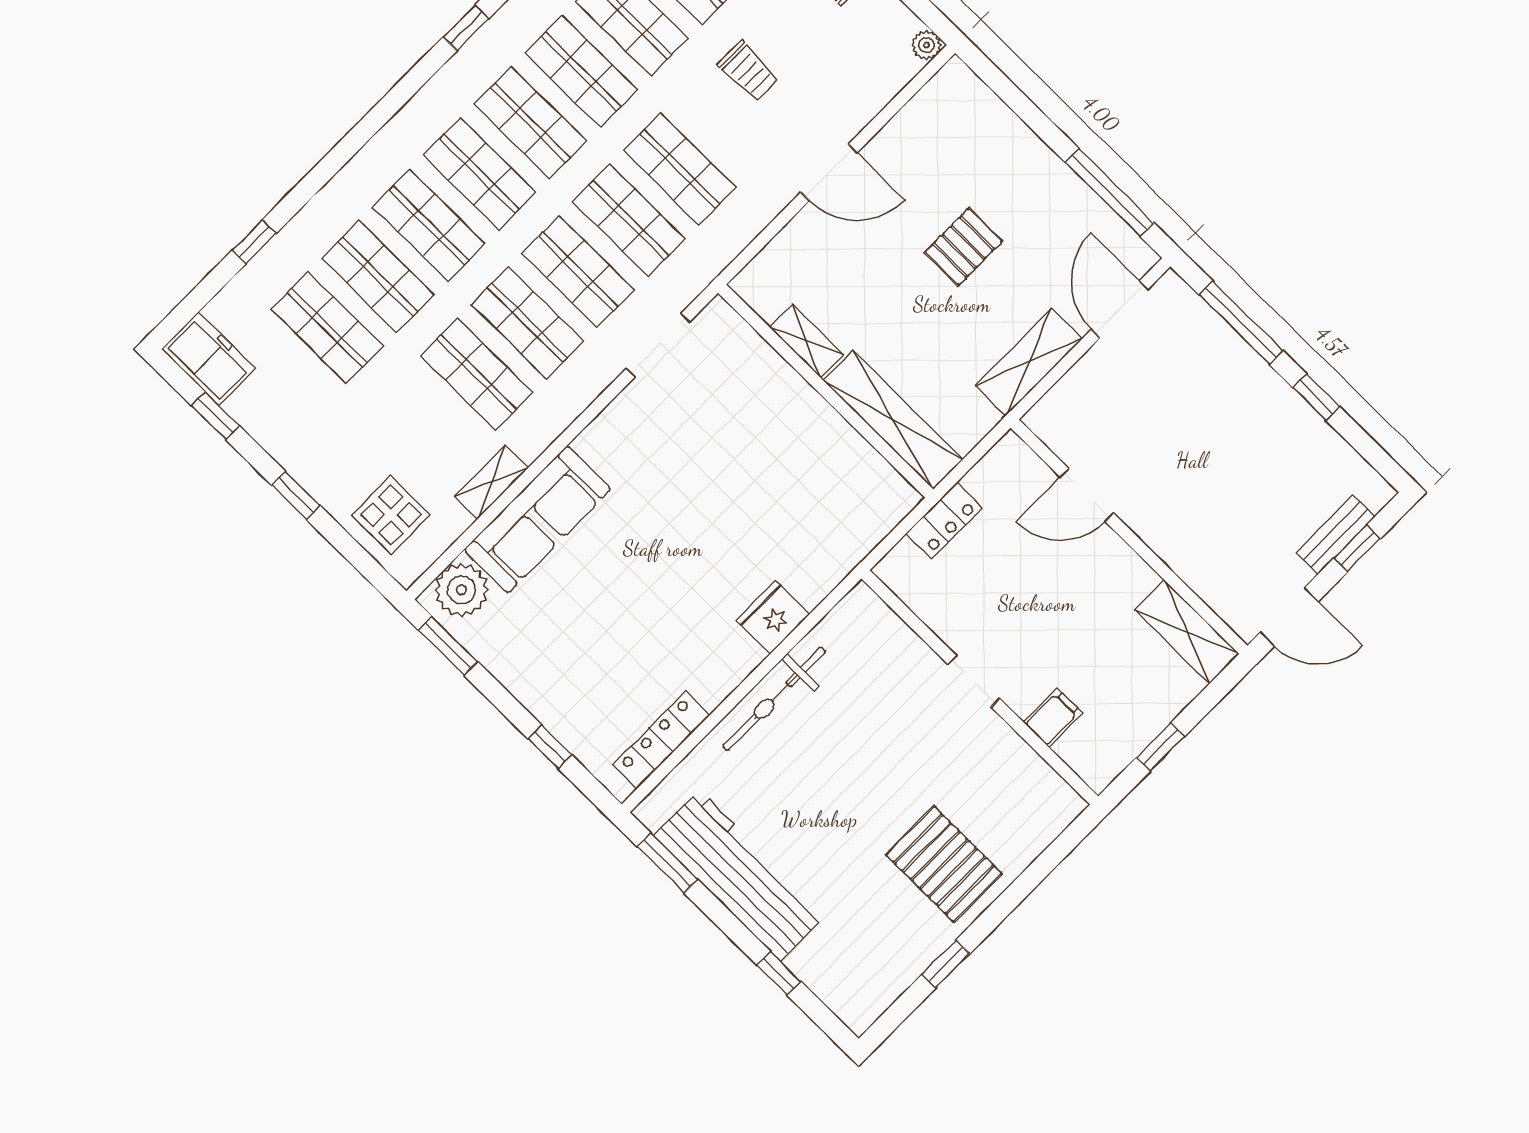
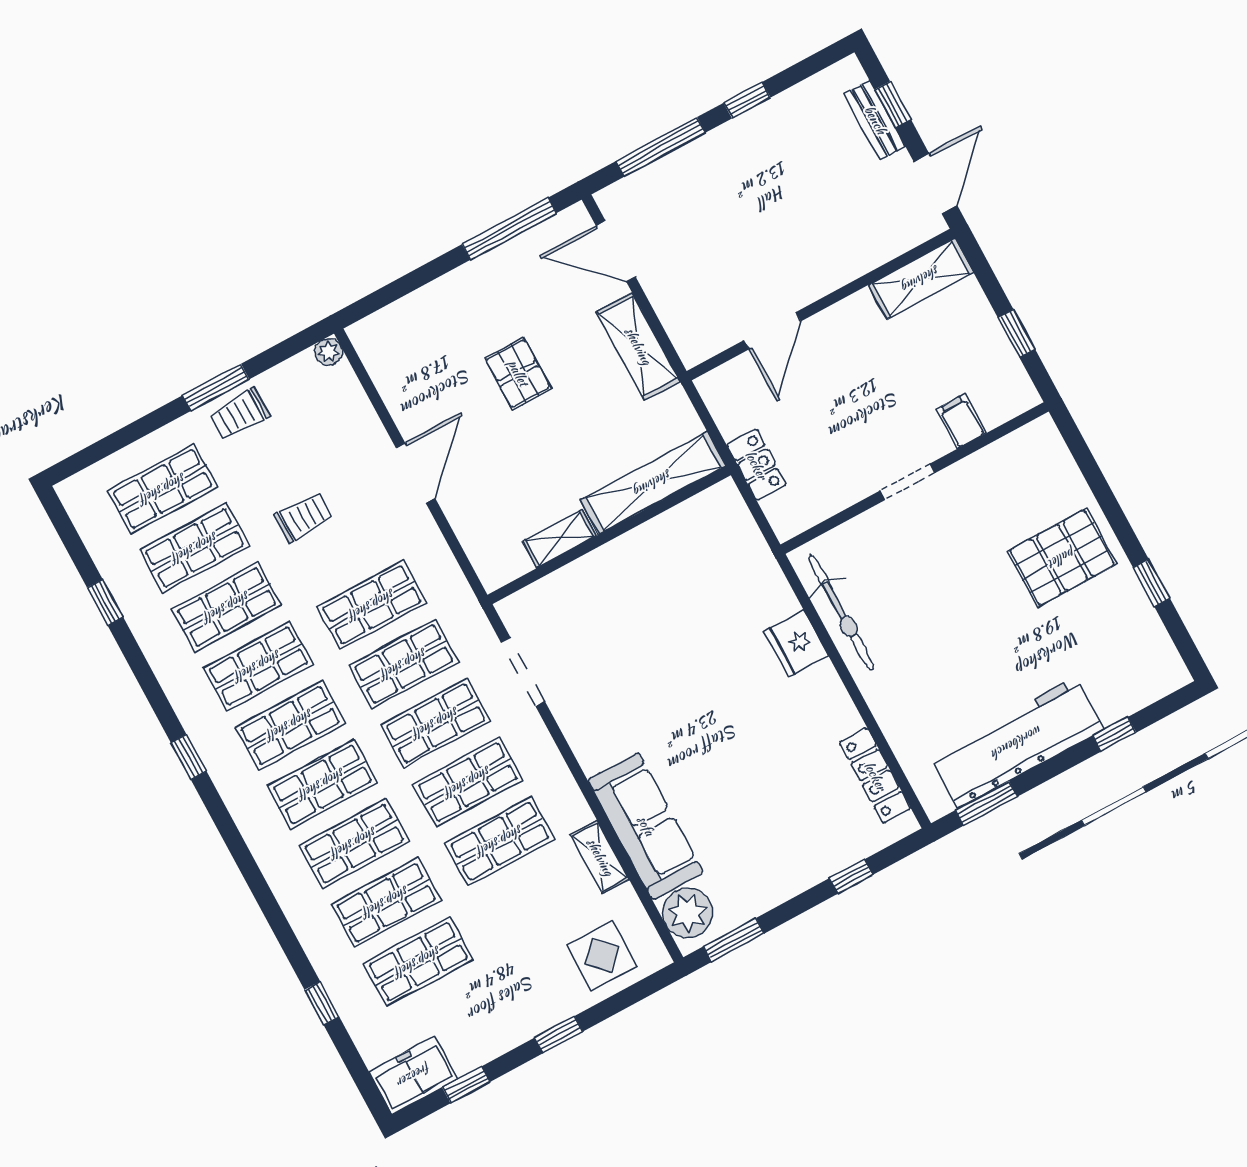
bicycle: (774, 699) -> (841, 613), moved

